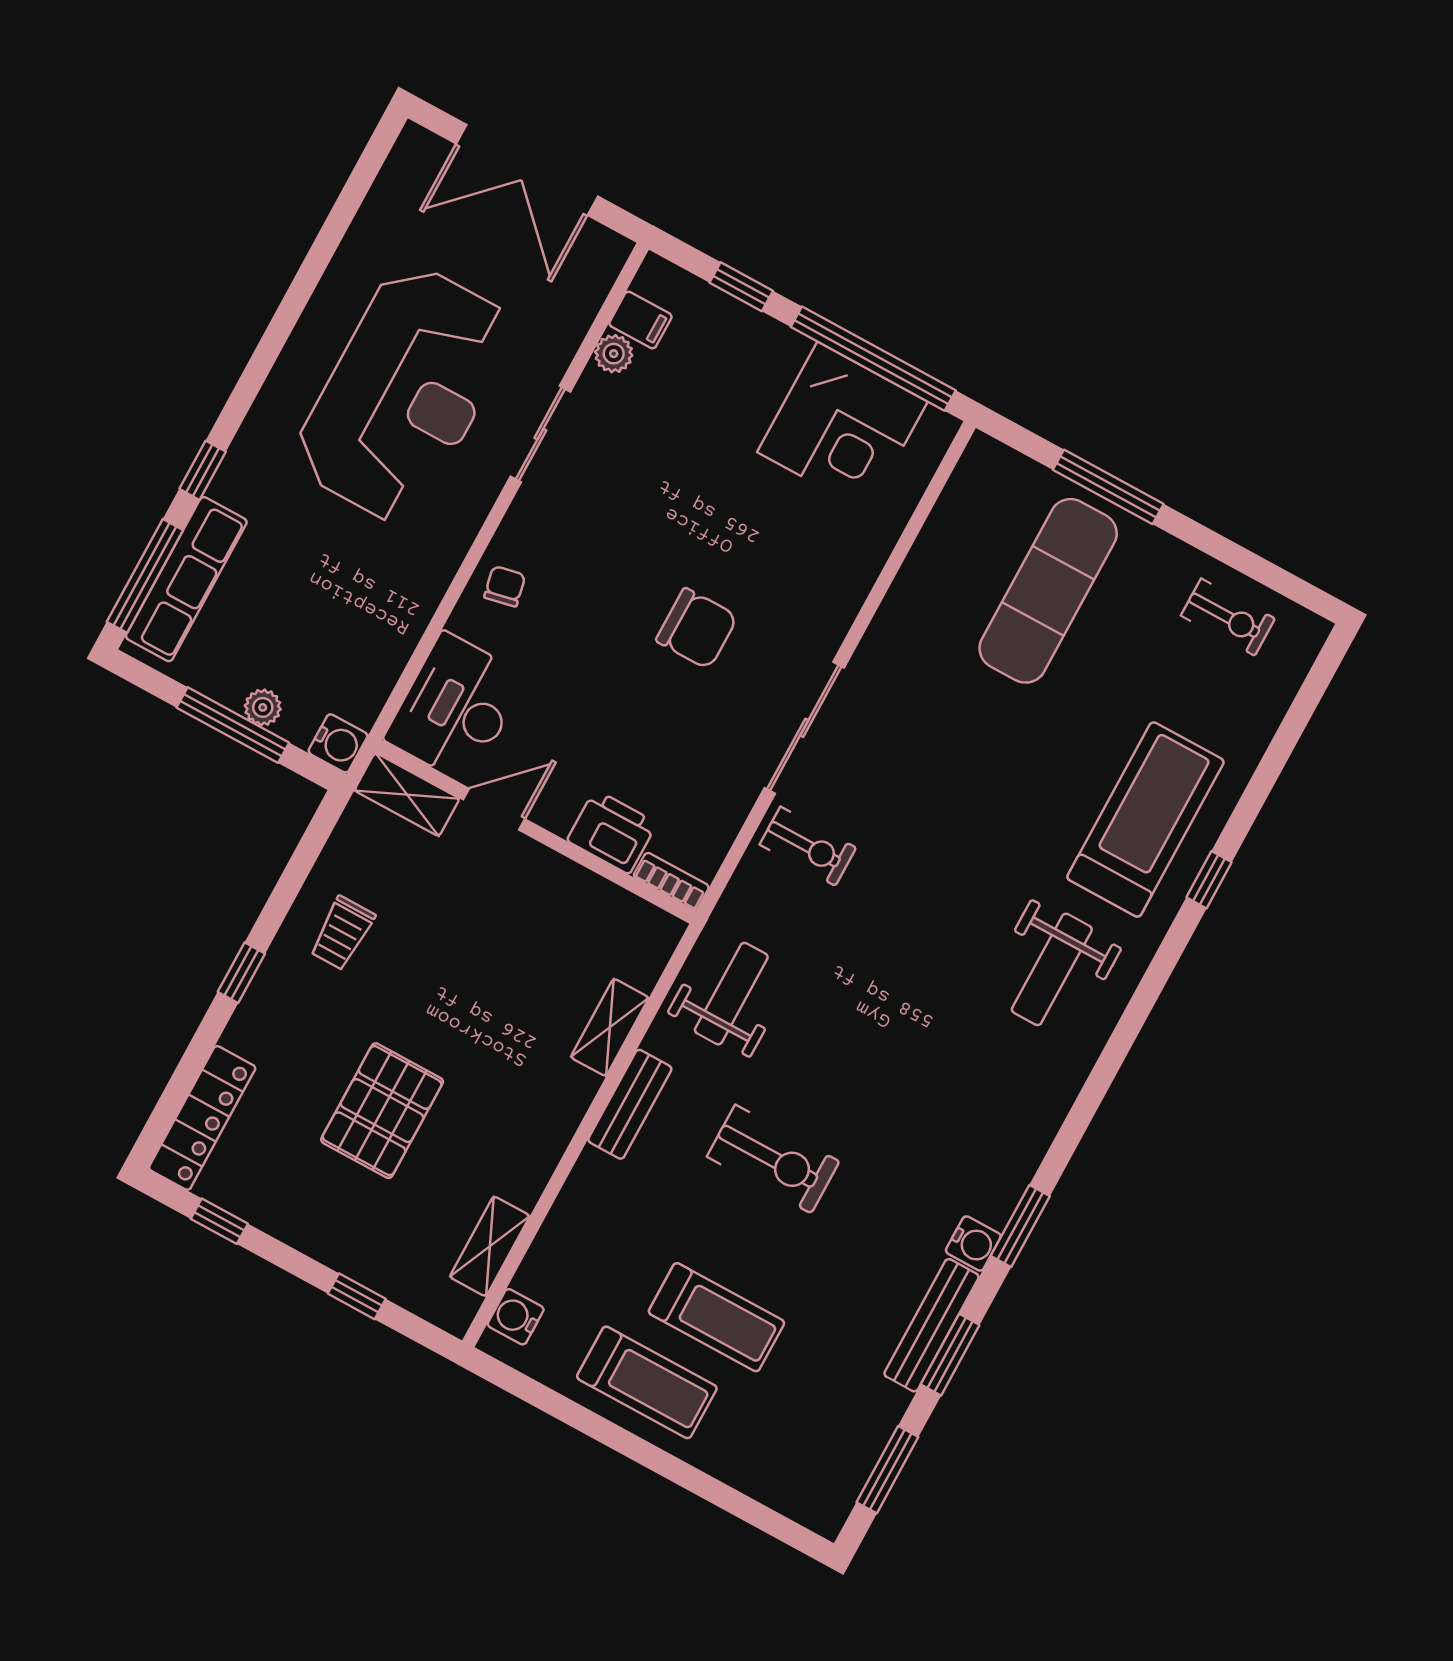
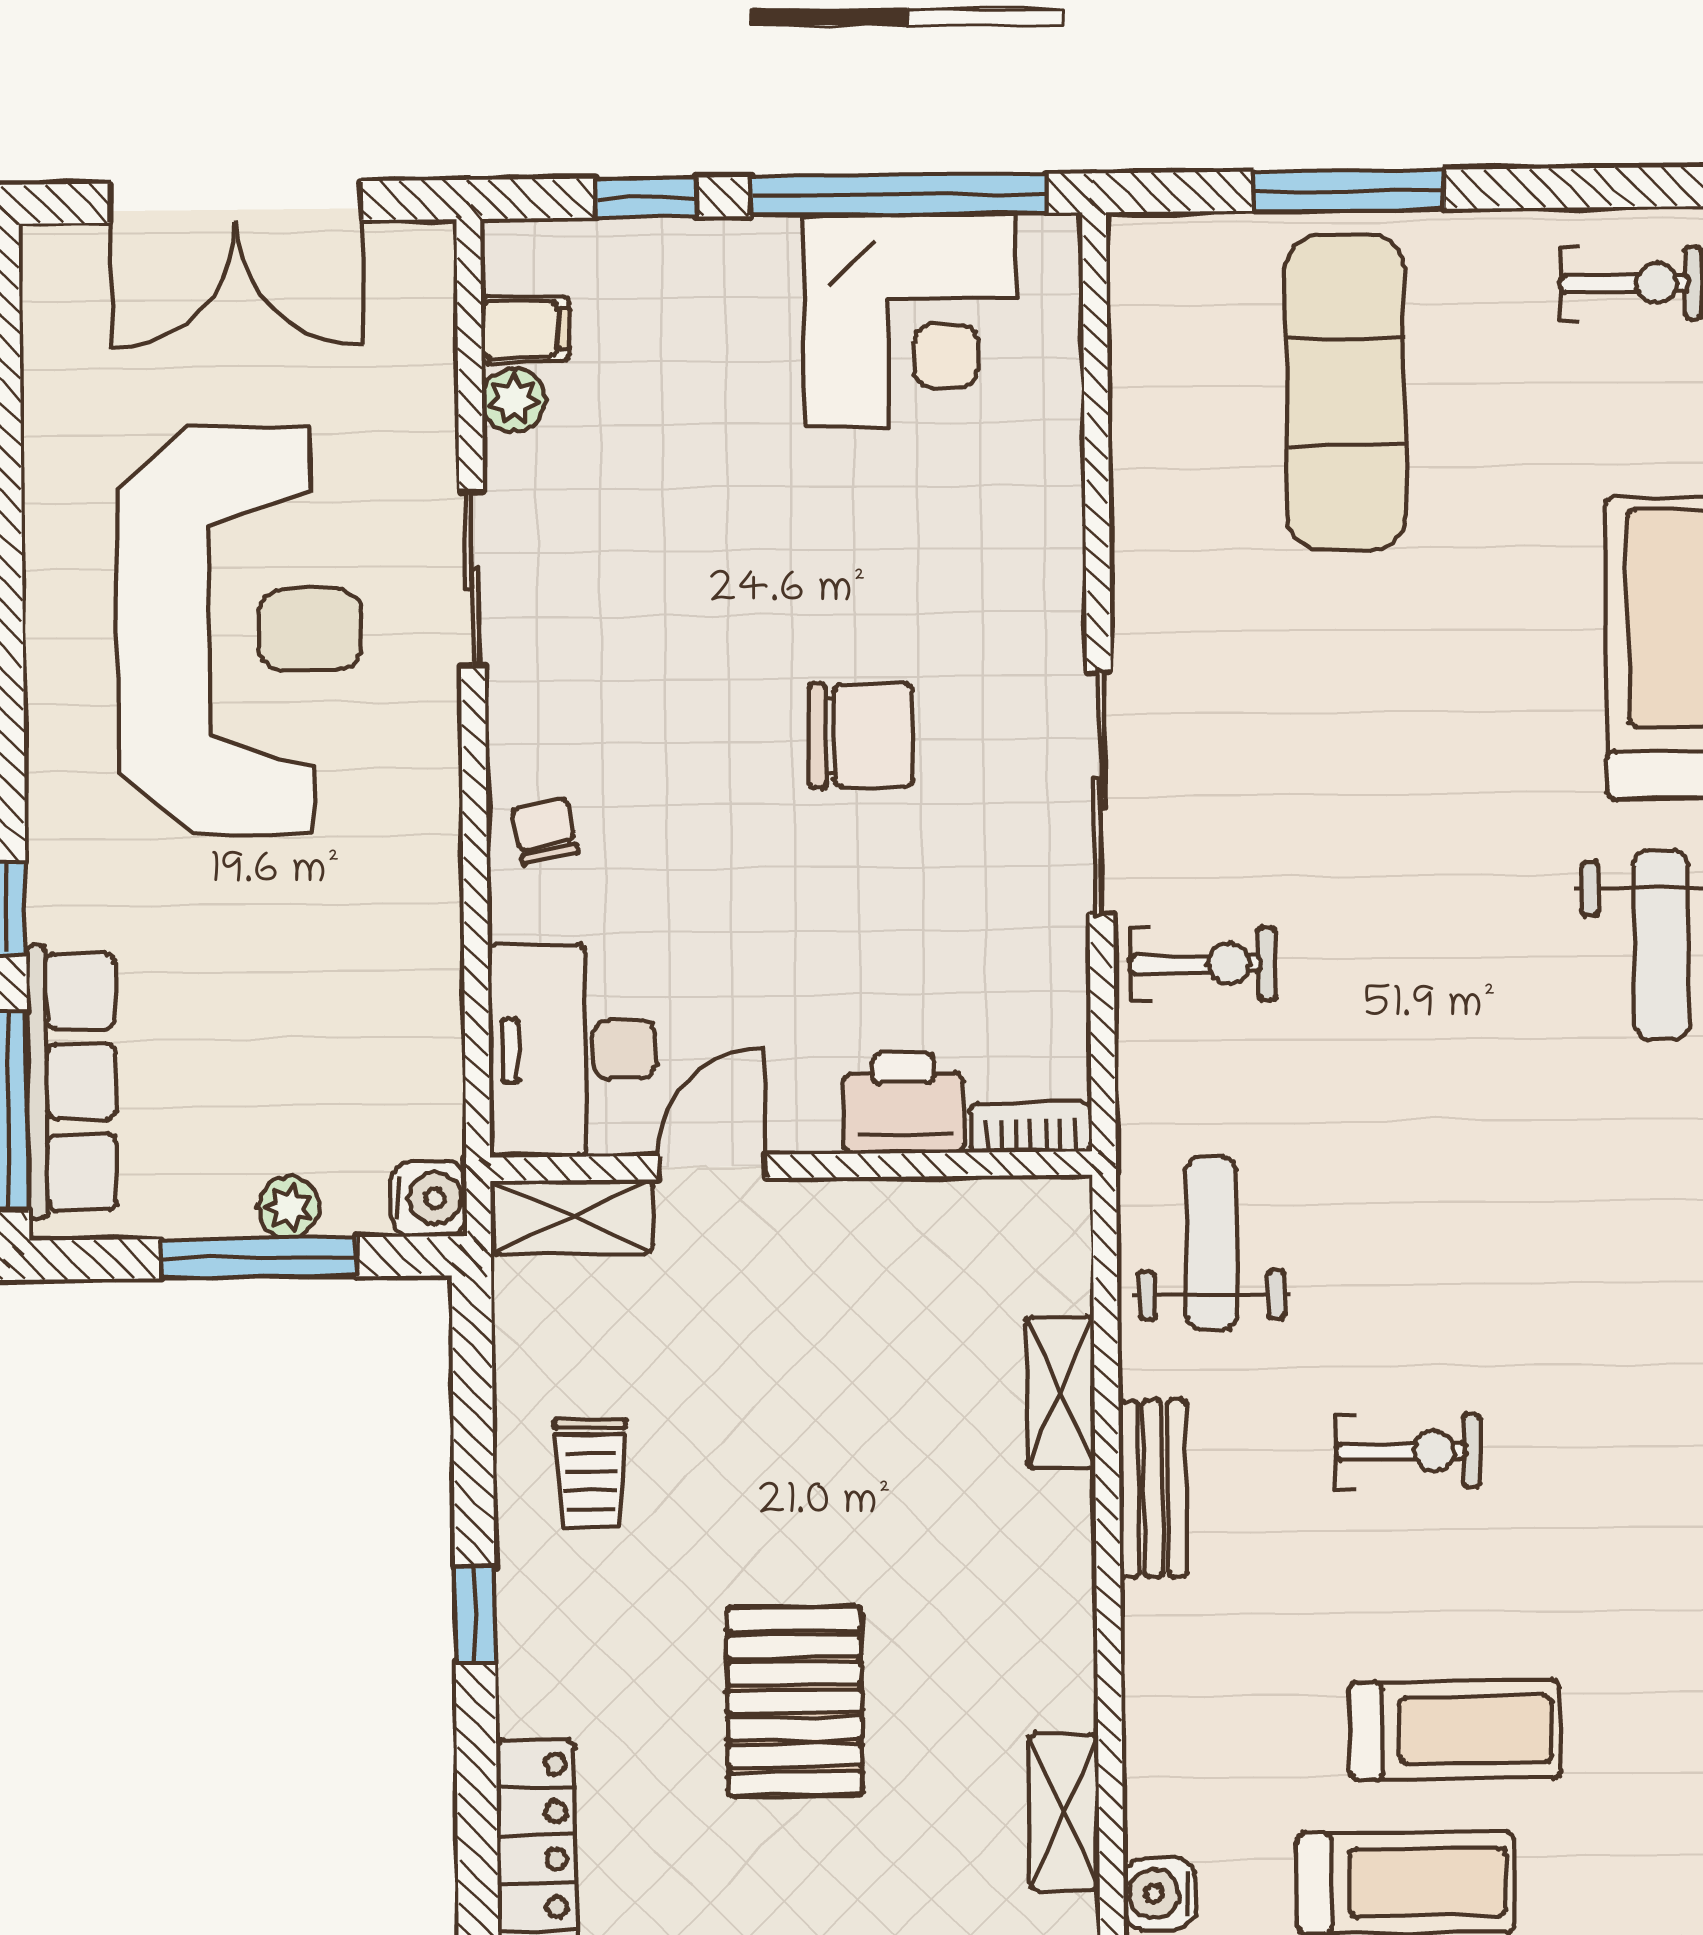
exercise bike: (773, 1159) -> (1408, 1451), width x0.73, depth x0.72

